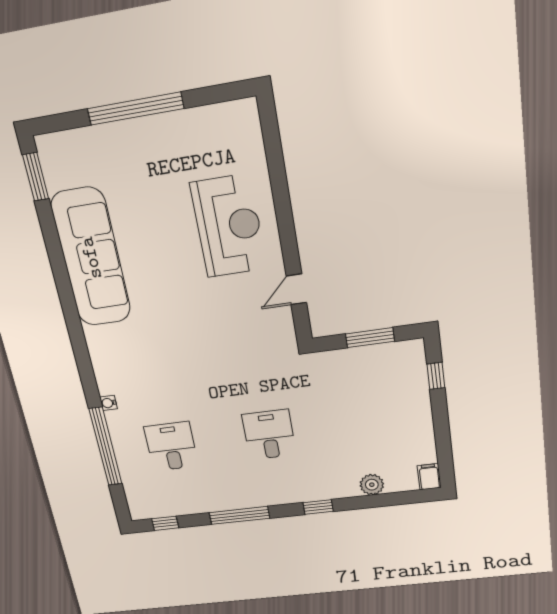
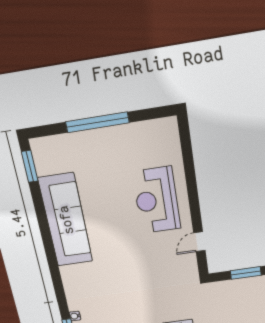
reception desk: (229, 226) -> (157, 200), turned 180

